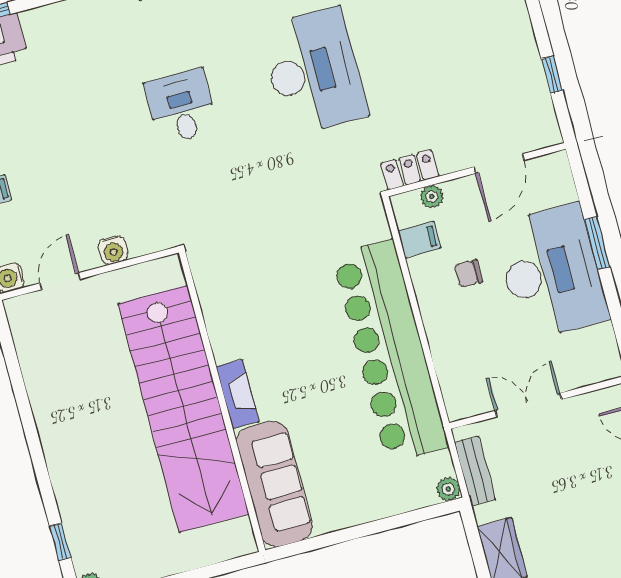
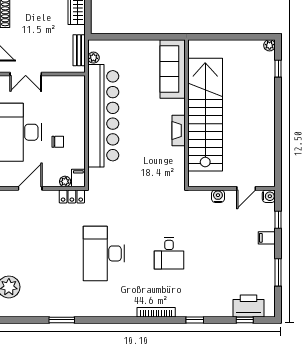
filing cabinet: (419, 239) -> (78, 178), moved, turned 90
fireplace: (237, 394) -> (179, 131), moved
double door: (528, 405) -> (26, 74), moved
plant: (448, 489) -> (93, 58), moved

